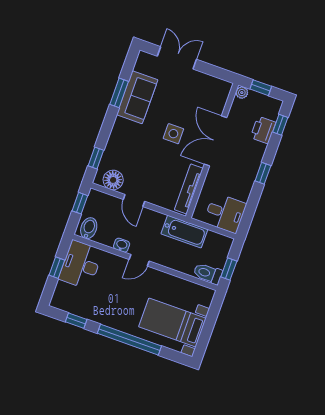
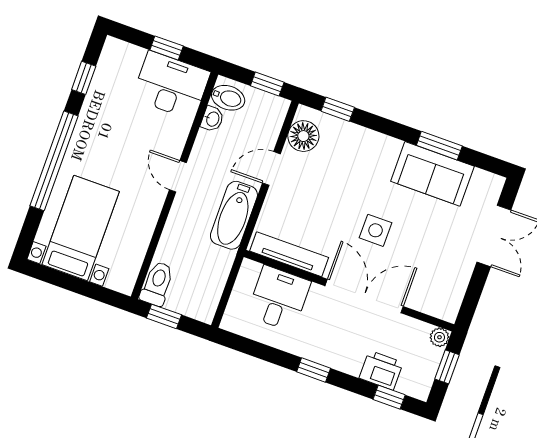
desk: (225, 213) -> (279, 299), moved, turned 180
bathtub: (184, 232) -> (234, 215), moved
washbasin: (122, 245) -> (212, 119), moved

